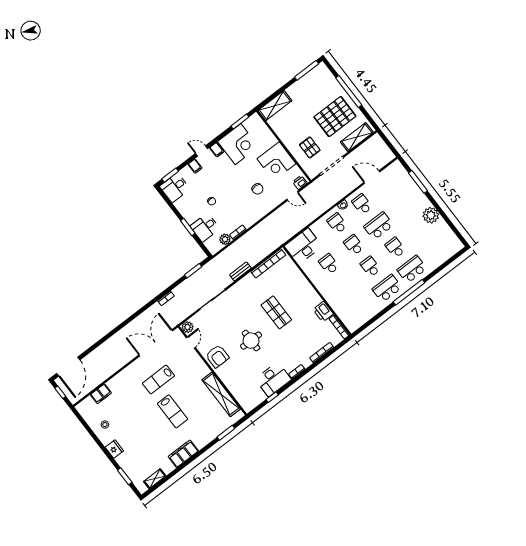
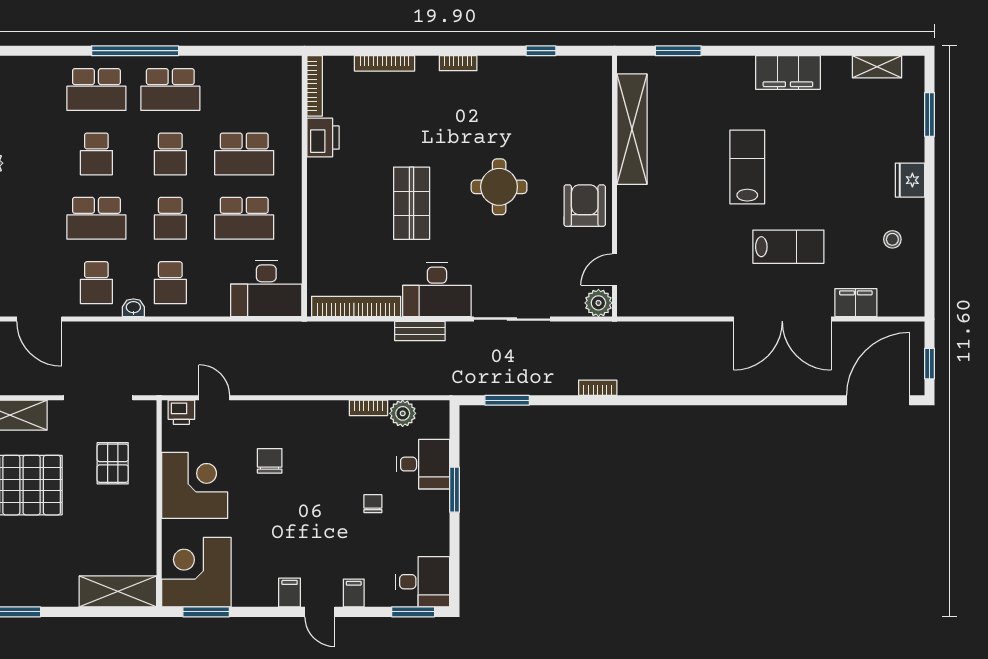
corner desk: (238, 144) -> (196, 572), moved
school desk: (329, 264) -> (244, 218), width x1.85
school desk: (345, 286) -> (244, 154), added
double door: (156, 343) -> (782, 319), moved
lab bench: (158, 379) -> (788, 247), moved
desk: (273, 379) -> (437, 290), moved, turned 180

